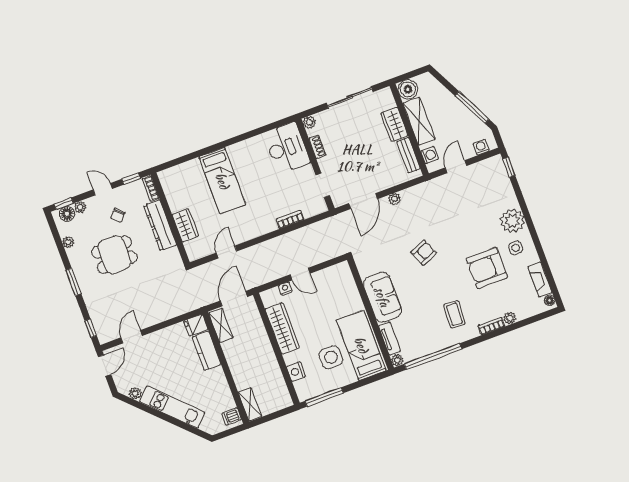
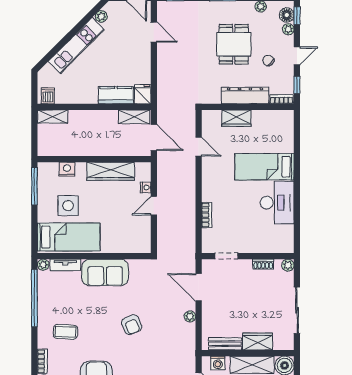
desk: (287, 148) -> (277, 203), moved, turned -90

